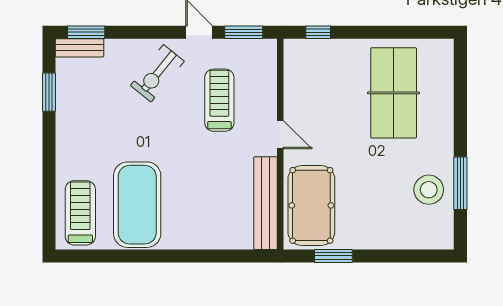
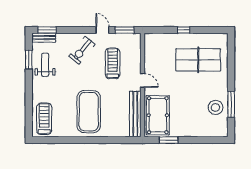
window: (318, 32) -> (184, 30), moved
table tennis table: (394, 93) -> (198, 60), turned 90
weight bench: (82, 103) -> (45, 65), added
exercise mat: (137, 205) -> (89, 112), moved

